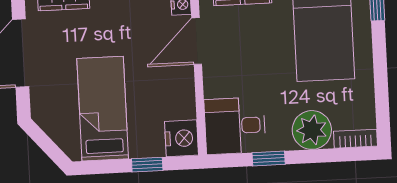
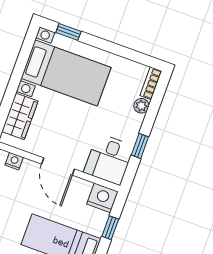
door: (197, 41) -> (58, 166), moved
plant: (312, 130) -> (141, 106), width x0.53, depth x0.53

